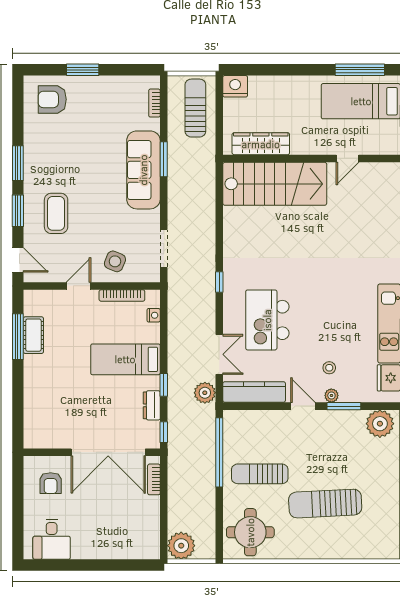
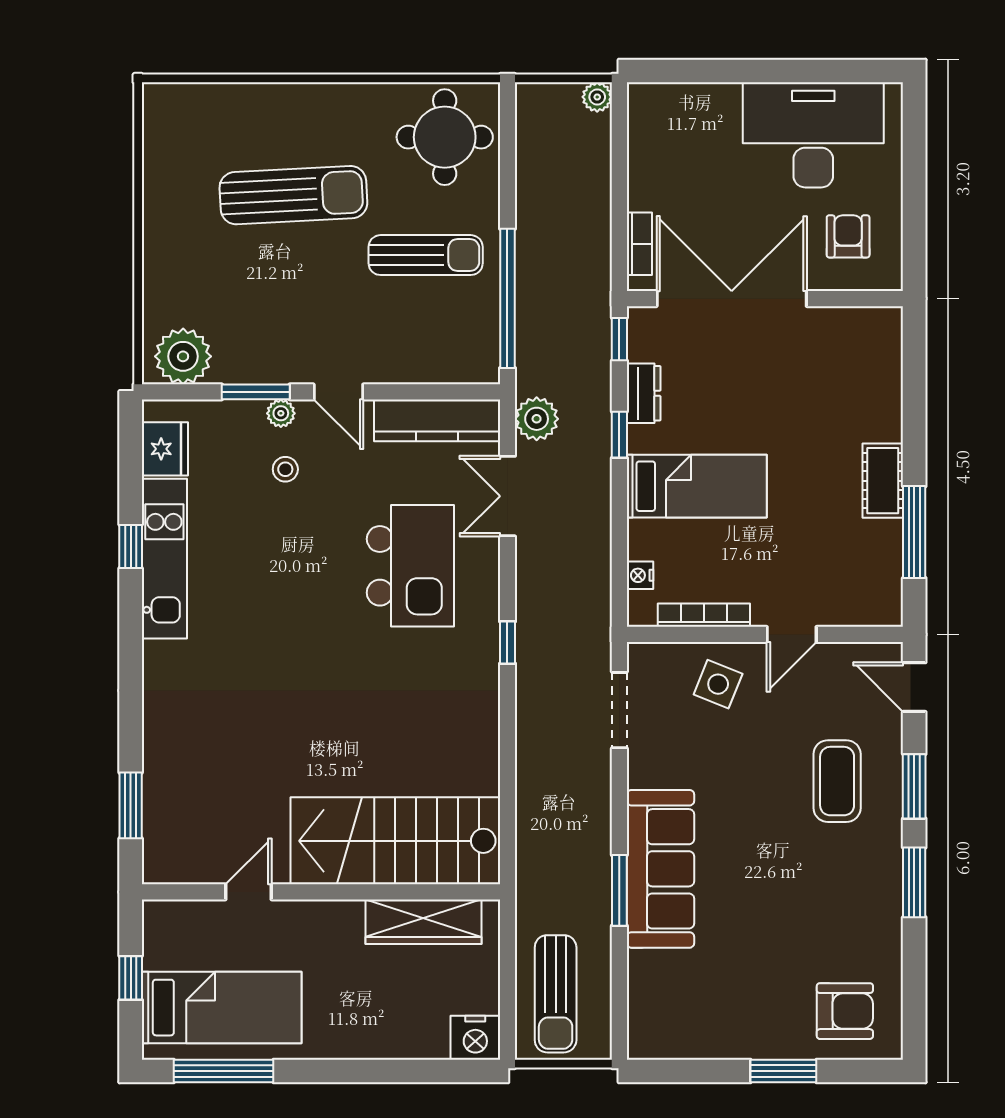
bookcase: (154, 103) -> (638, 1004), removed
cot: (33, 335) -> (883, 481), moved
desk: (52, 539) -> (813, 135), width x1.87, depth x1.30
plant: (181, 546) -> (597, 97), width x0.53, depth x0.53

